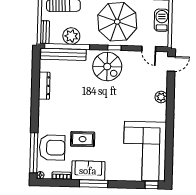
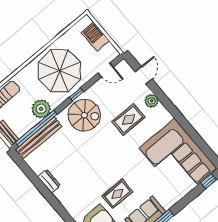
plant: (71, 36) -> (41, 109), moved
door: (171, 64) -> (144, 75), moved
dresser: (44, 86) -> (49, 181), width x0.70
rug: (134, 96) -> (128, 119), added

